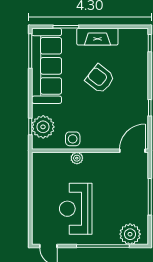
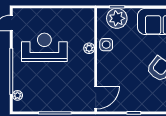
door: (132, 151) -> (96, 98), hinge flipped
plant: (130, 234) -> (17, 95), width x0.53, depth x0.53

